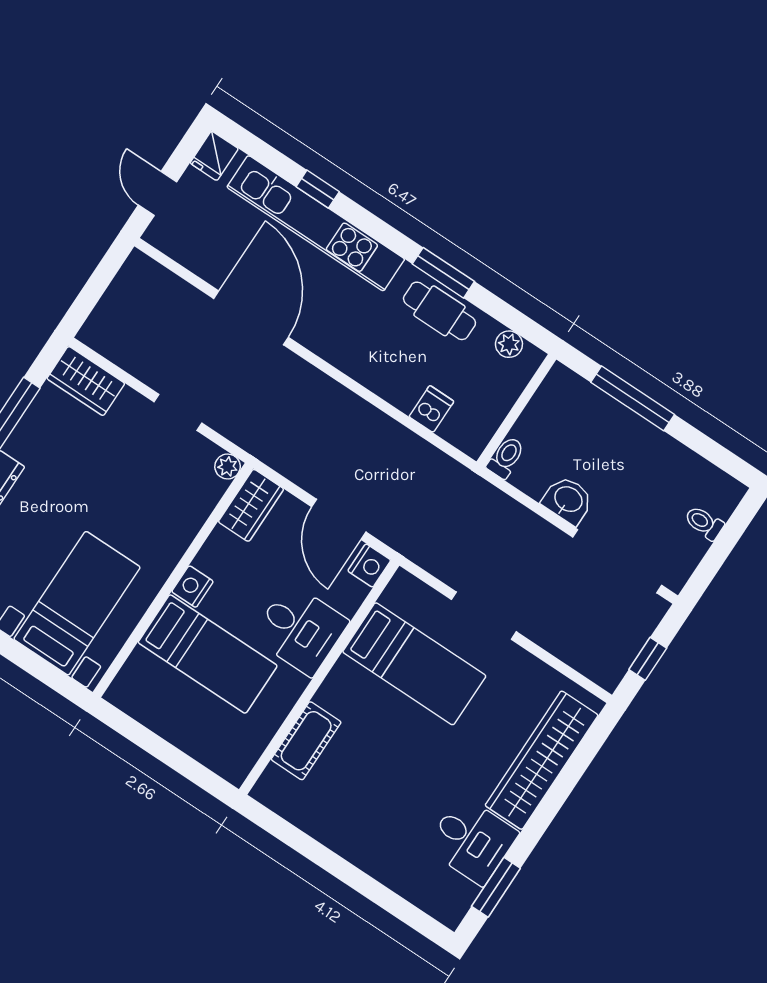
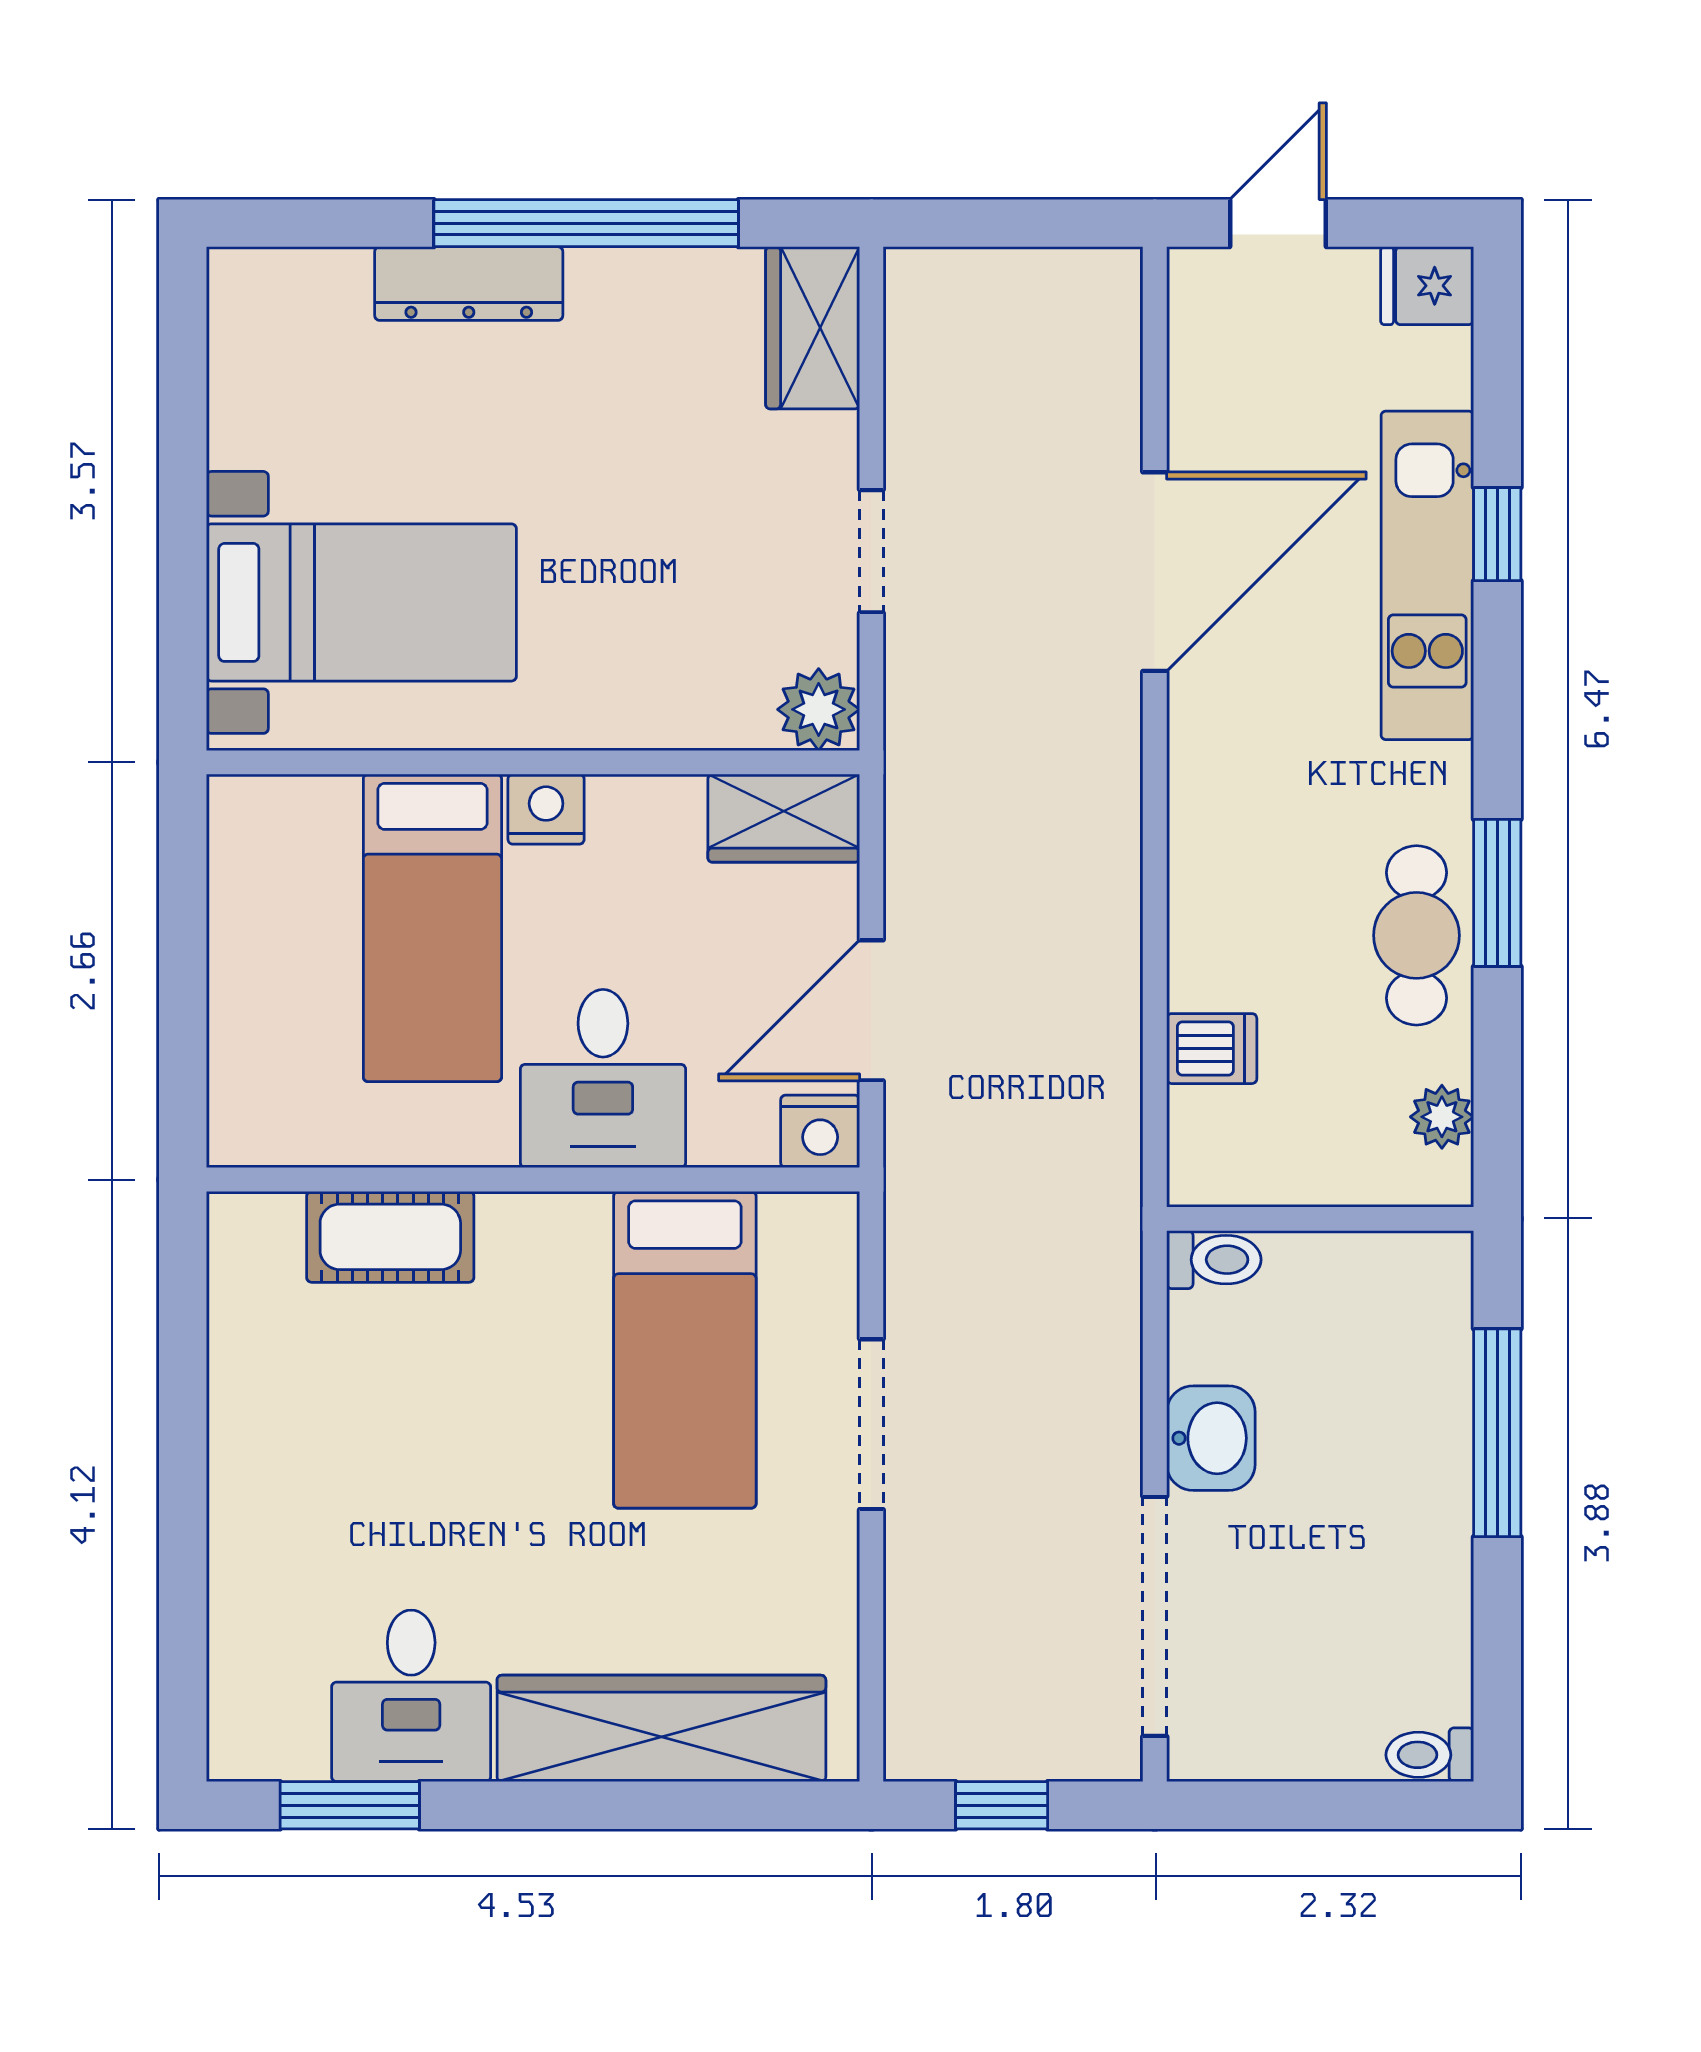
kitchen unit: (316, 223) -> (1427, 575), width x0.73
plant: (228, 466) -> (819, 709), width x1.38, depth x1.38
toilet: (704, 523) -> (1430, 1755), moved, turned -90

